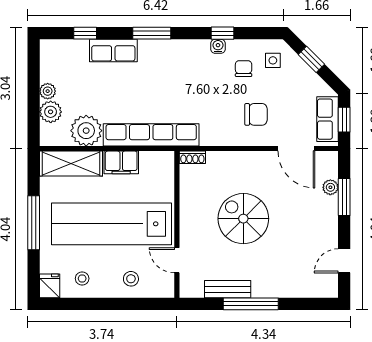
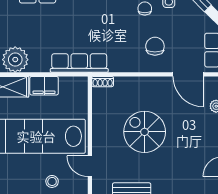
chair: (256, 114) -> (155, 46), turned -90
row of seats: (151, 135) -> (79, 63), width x0.73
stool: (82, 279) -> (12, 181), removed

